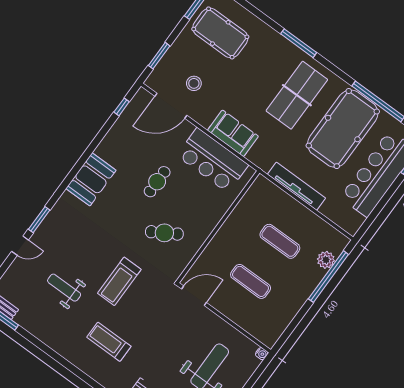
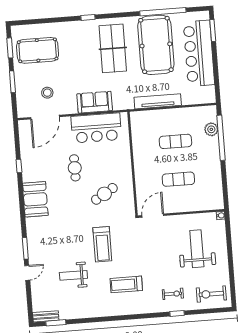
window: (299, 43) -> (88, 17), width x0.46
window: (159, 56) -> (12, 82), moved
window: (122, 107) -> (19, 166), moved

